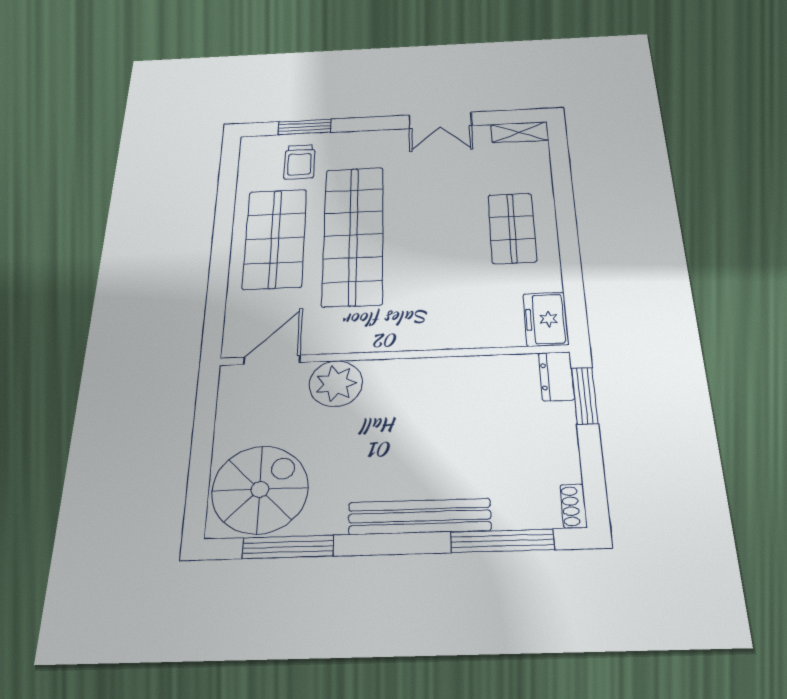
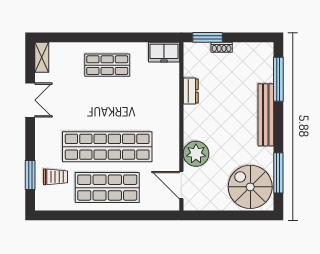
dresser: (556, 376) -> (191, 91), moved, turned -90
shoe rack: (574, 506) -> (222, 47), moved

